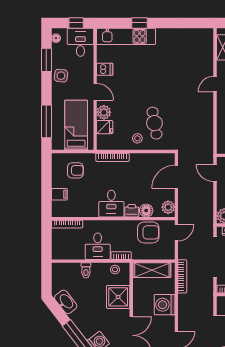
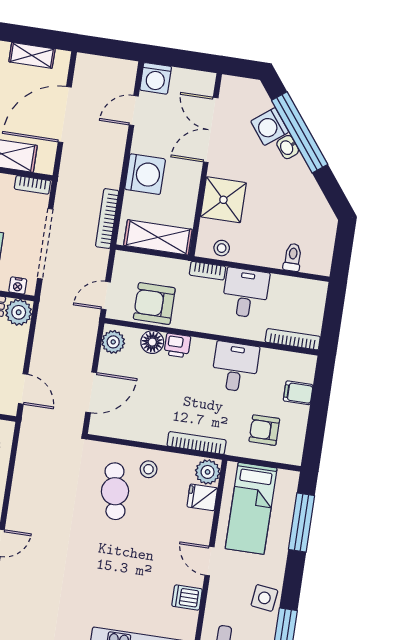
plant: (104, 112) -> (208, 472), moved
desk: (111, 204) -> (235, 367), moved
toilet: (86, 270) -> (293, 257), moved
washbasin: (66, 302) -> (288, 147), moved, width x0.52, depth x0.69

